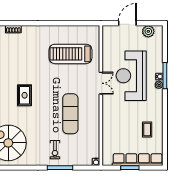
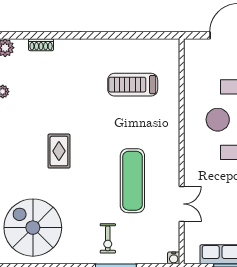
treadmill: (70, 54) -> (133, 85), width x0.73, depth x0.73
double door: (101, 83) -> (182, 204), moved

